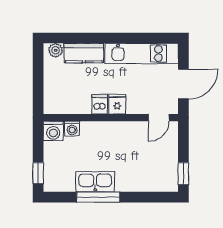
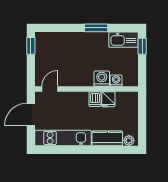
fridge: (117, 104) -> (108, 99), moved
washing machine: (53, 131) -> (102, 79), moved
kitchen sink: (95, 182) -> (124, 40), moved
window: (98, 197) -> (96, 28), width x0.69

